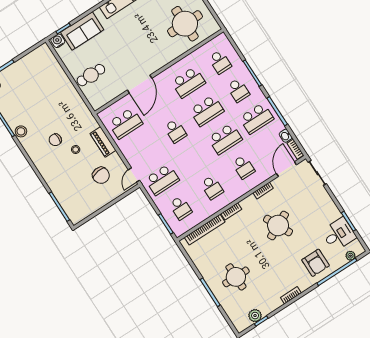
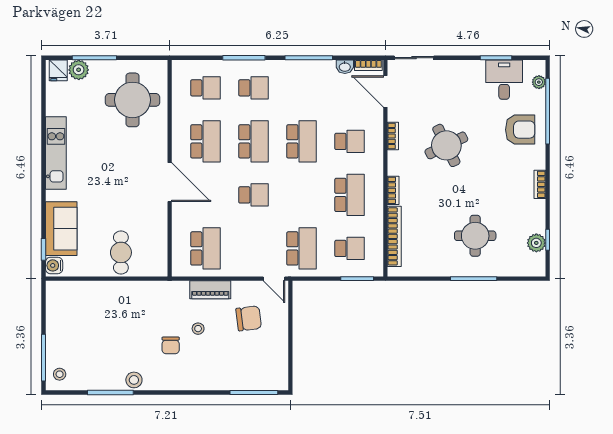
door: (140, 84) -> (170, 182), moved
school desk: (257, 118) -> (301, 88), removed
school desk: (212, 187) -> (349, 195), width x1.85

